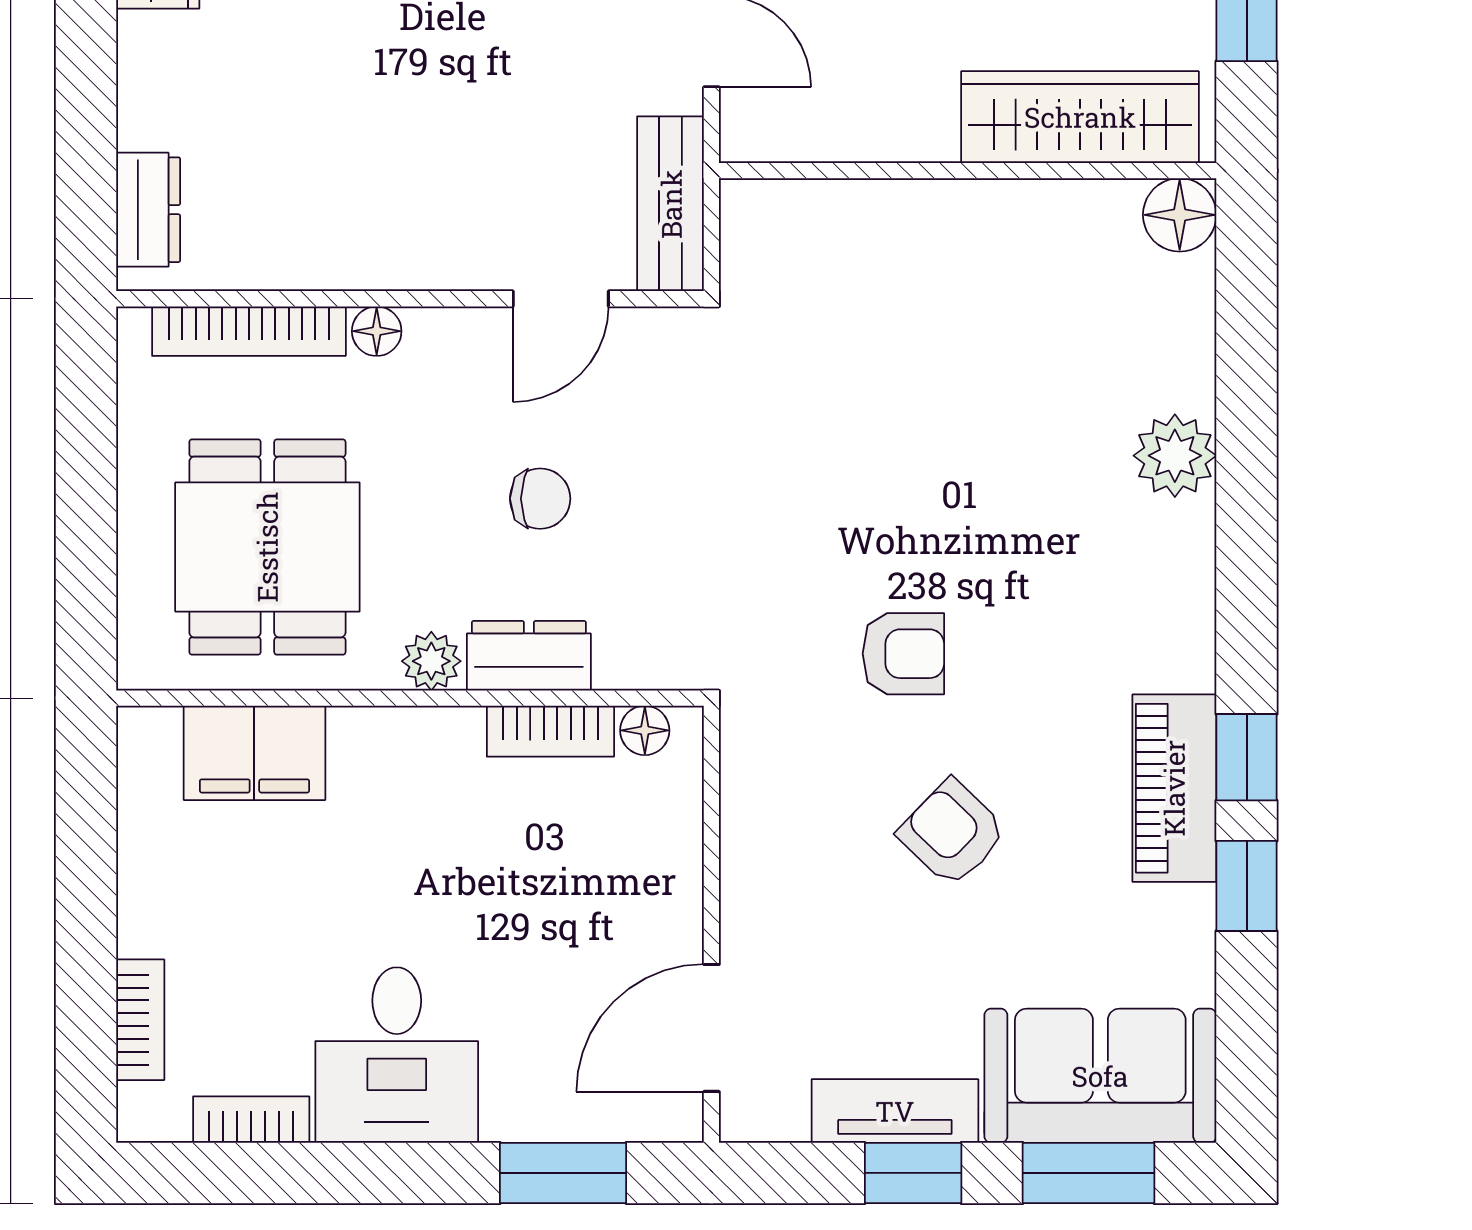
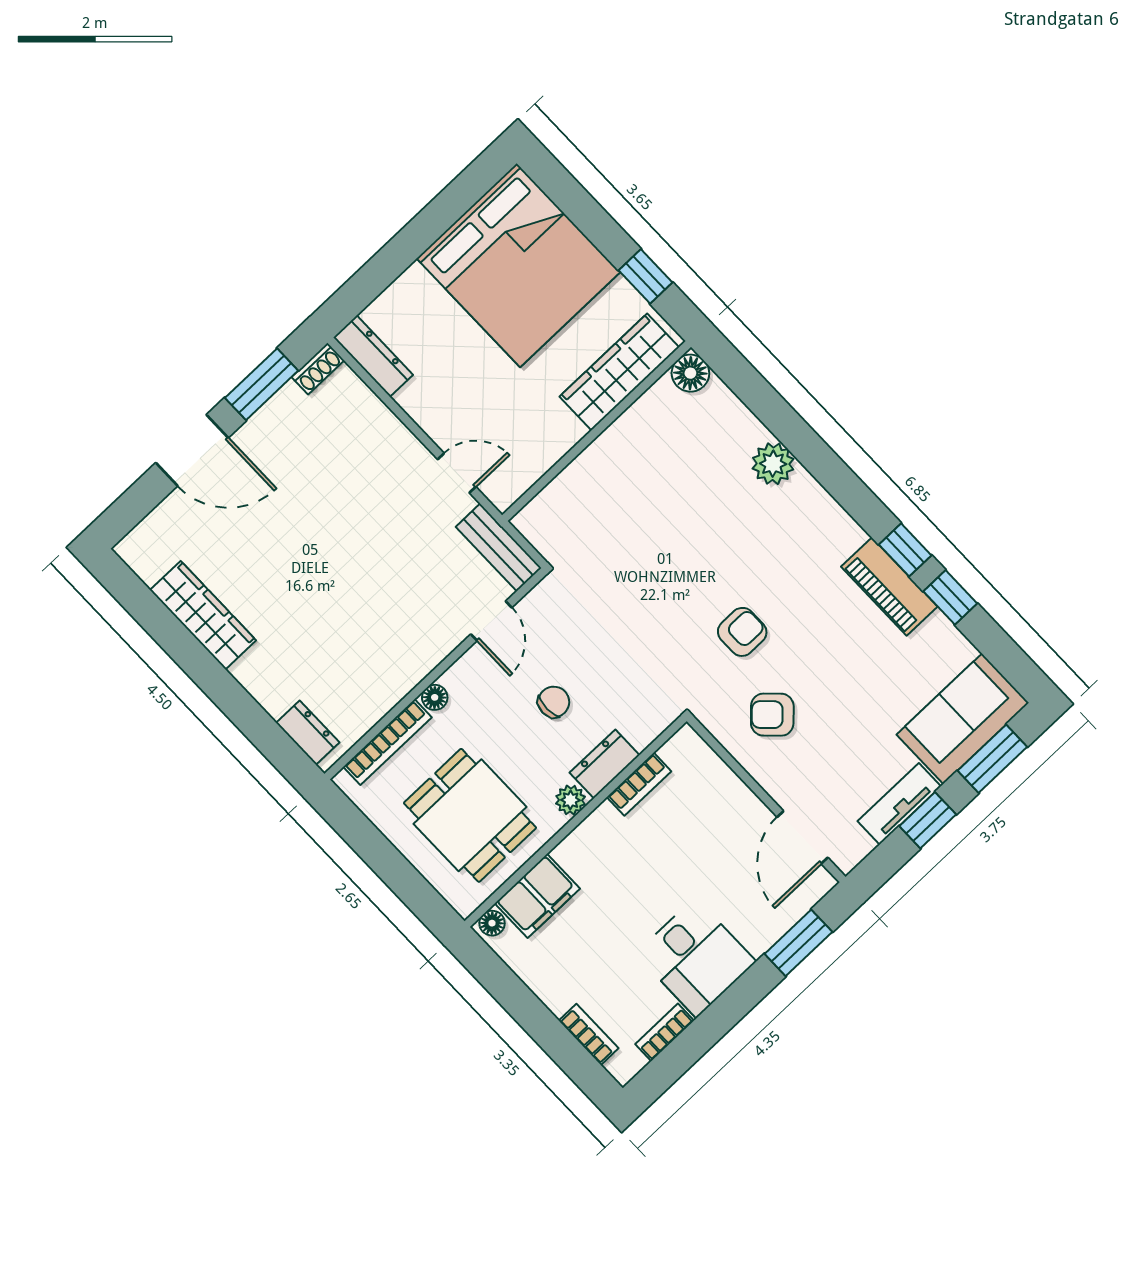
floor lamp: (645, 730) -> (492, 923), moved
armchair: (952, 833) -> (772, 715), moved

